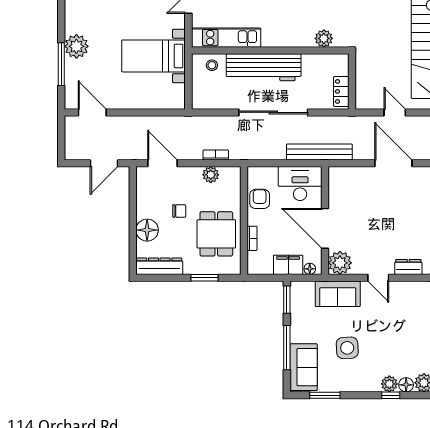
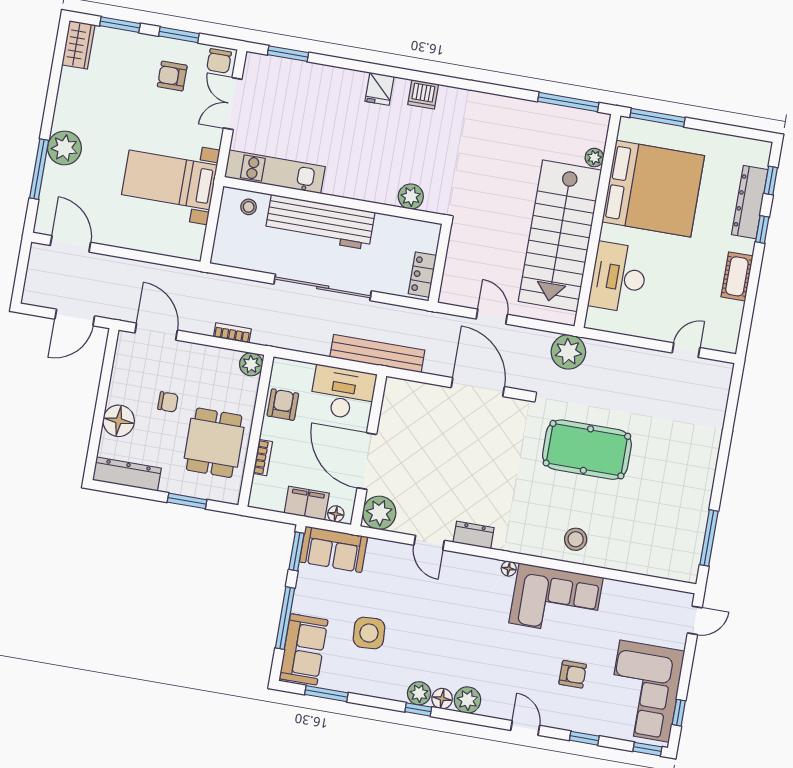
plant: (211, 175) -> (251, 364), moved
sofa: (338, 294) -> (334, 549), moved

